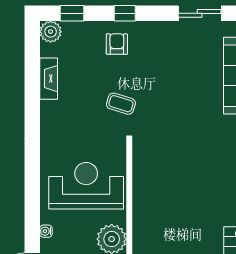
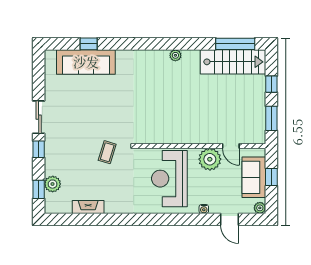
sliding door: (200, 13) -> (39, 117), moved
plant: (51, 32) -> (53, 184), moved
armchair: (117, 44) -> (62, 155), removed

